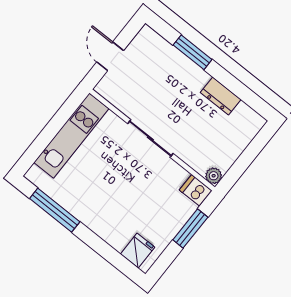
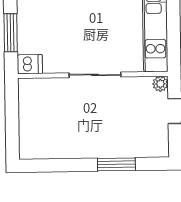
dresser: (221, 96) -> (69, 149), removed
plant: (214, 176) -> (160, 84), moved

